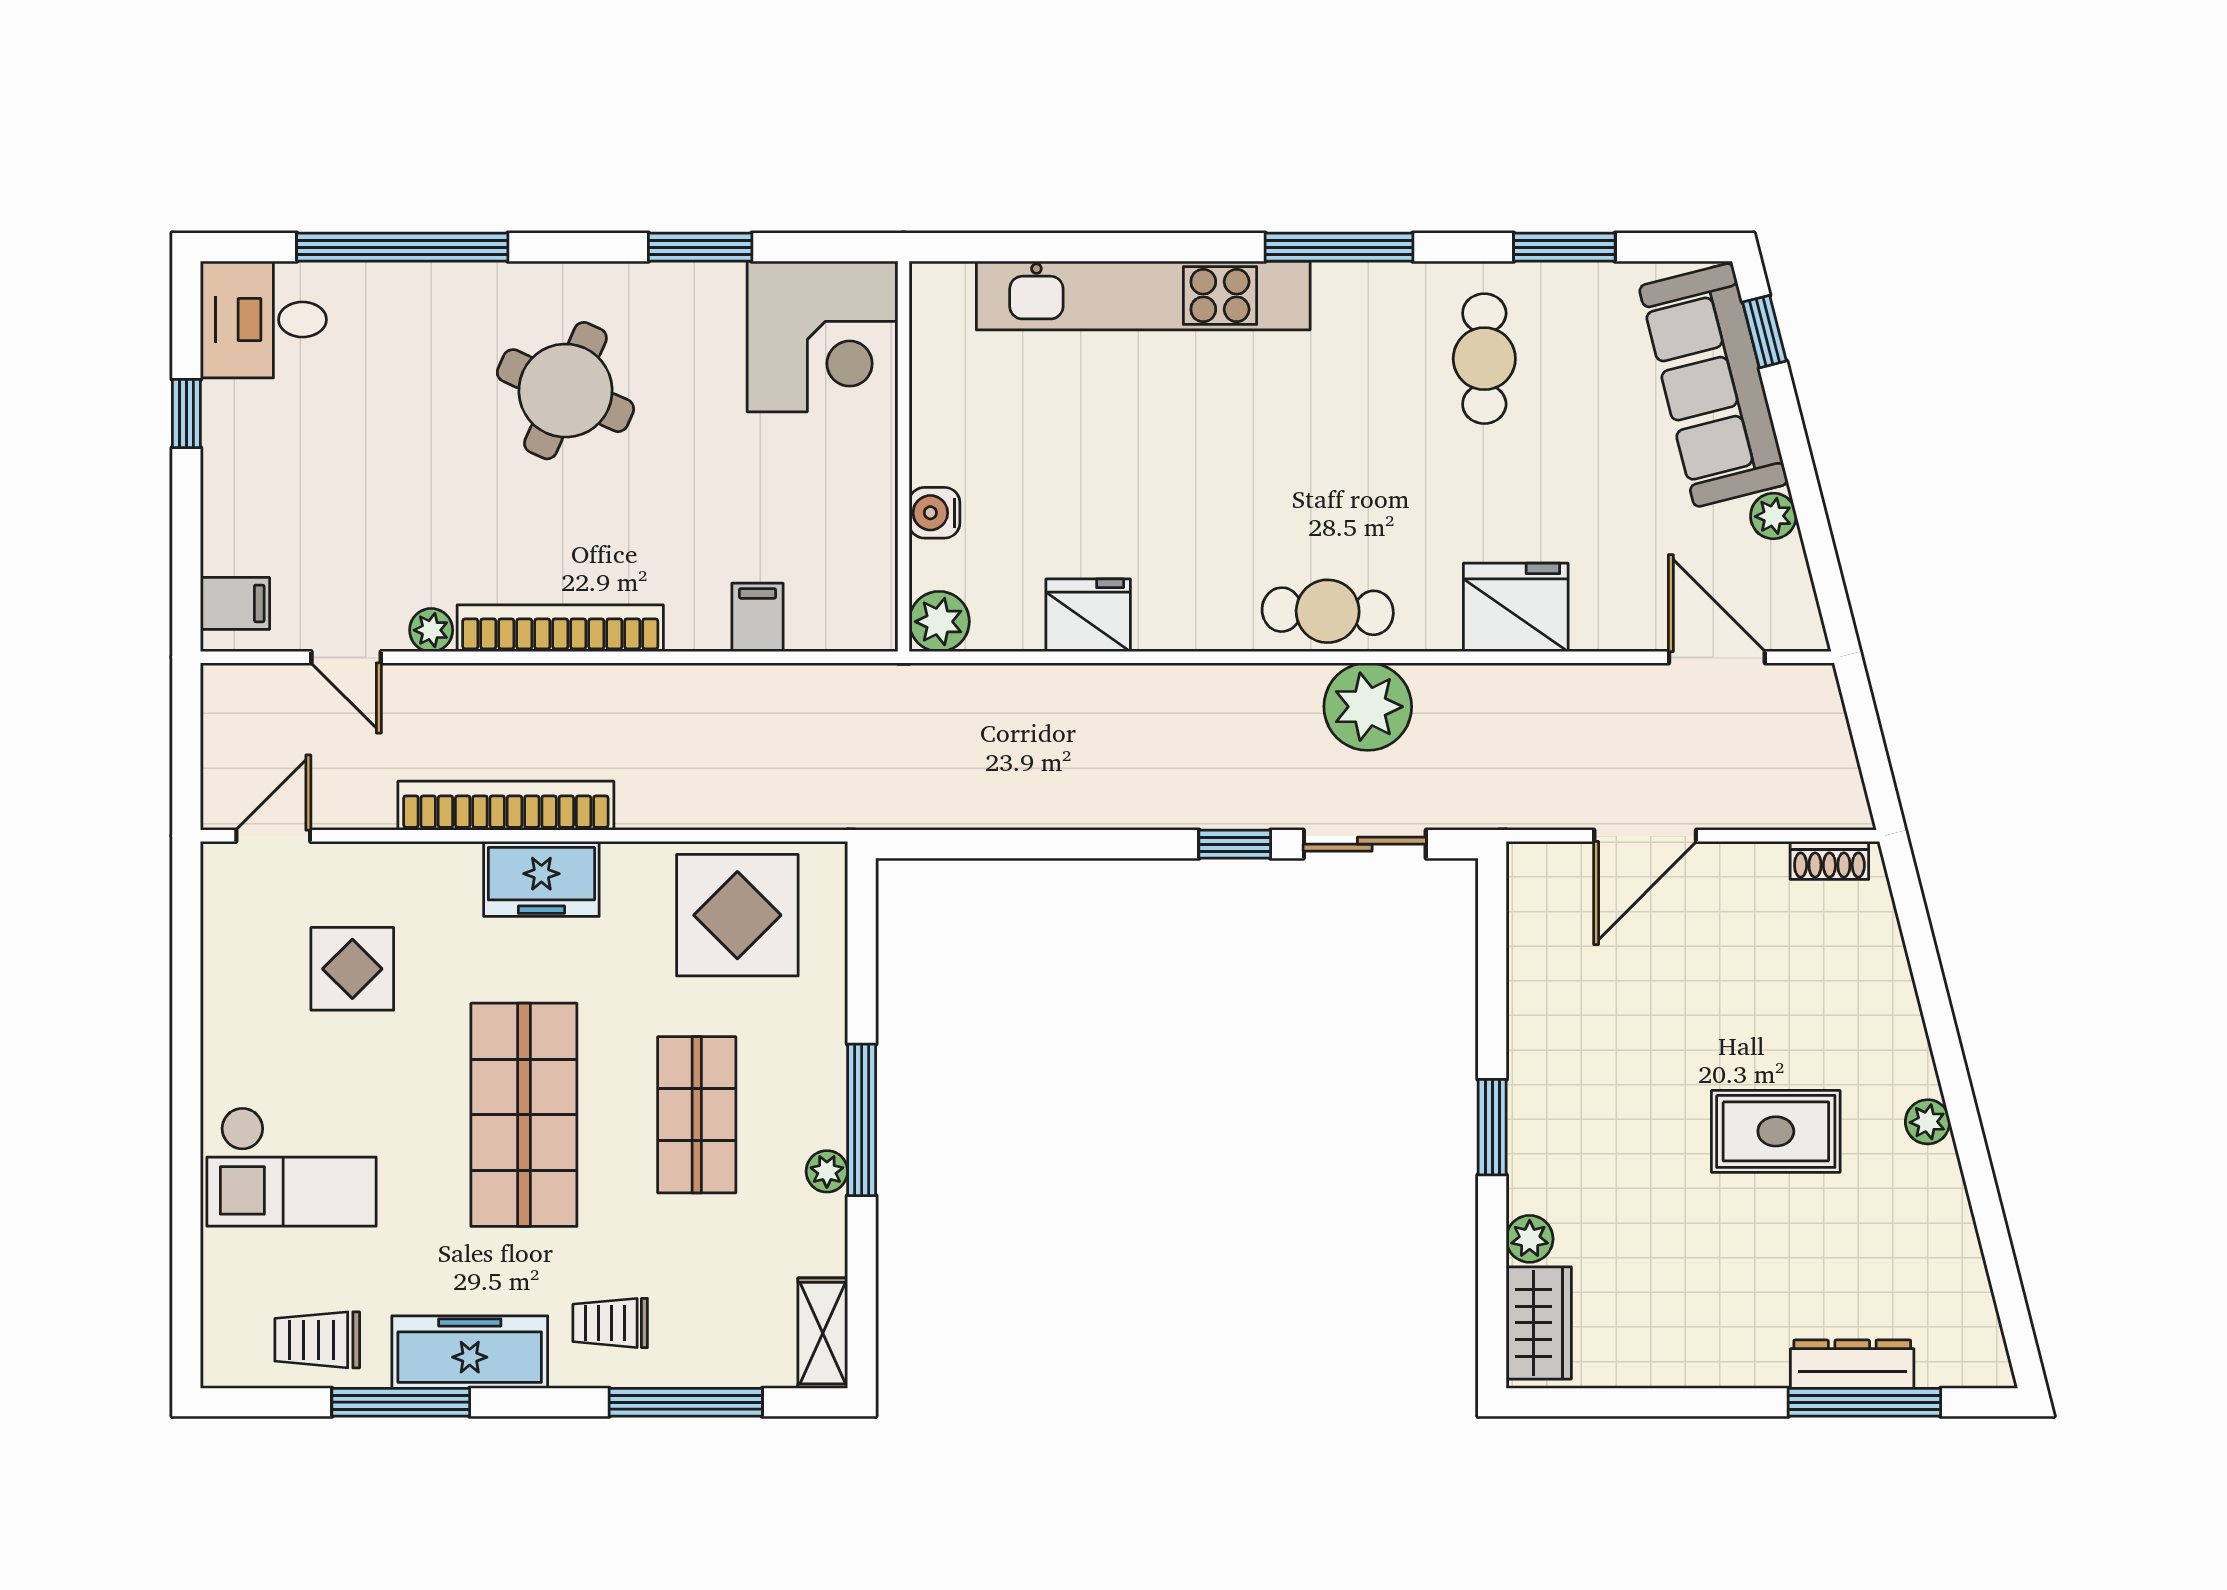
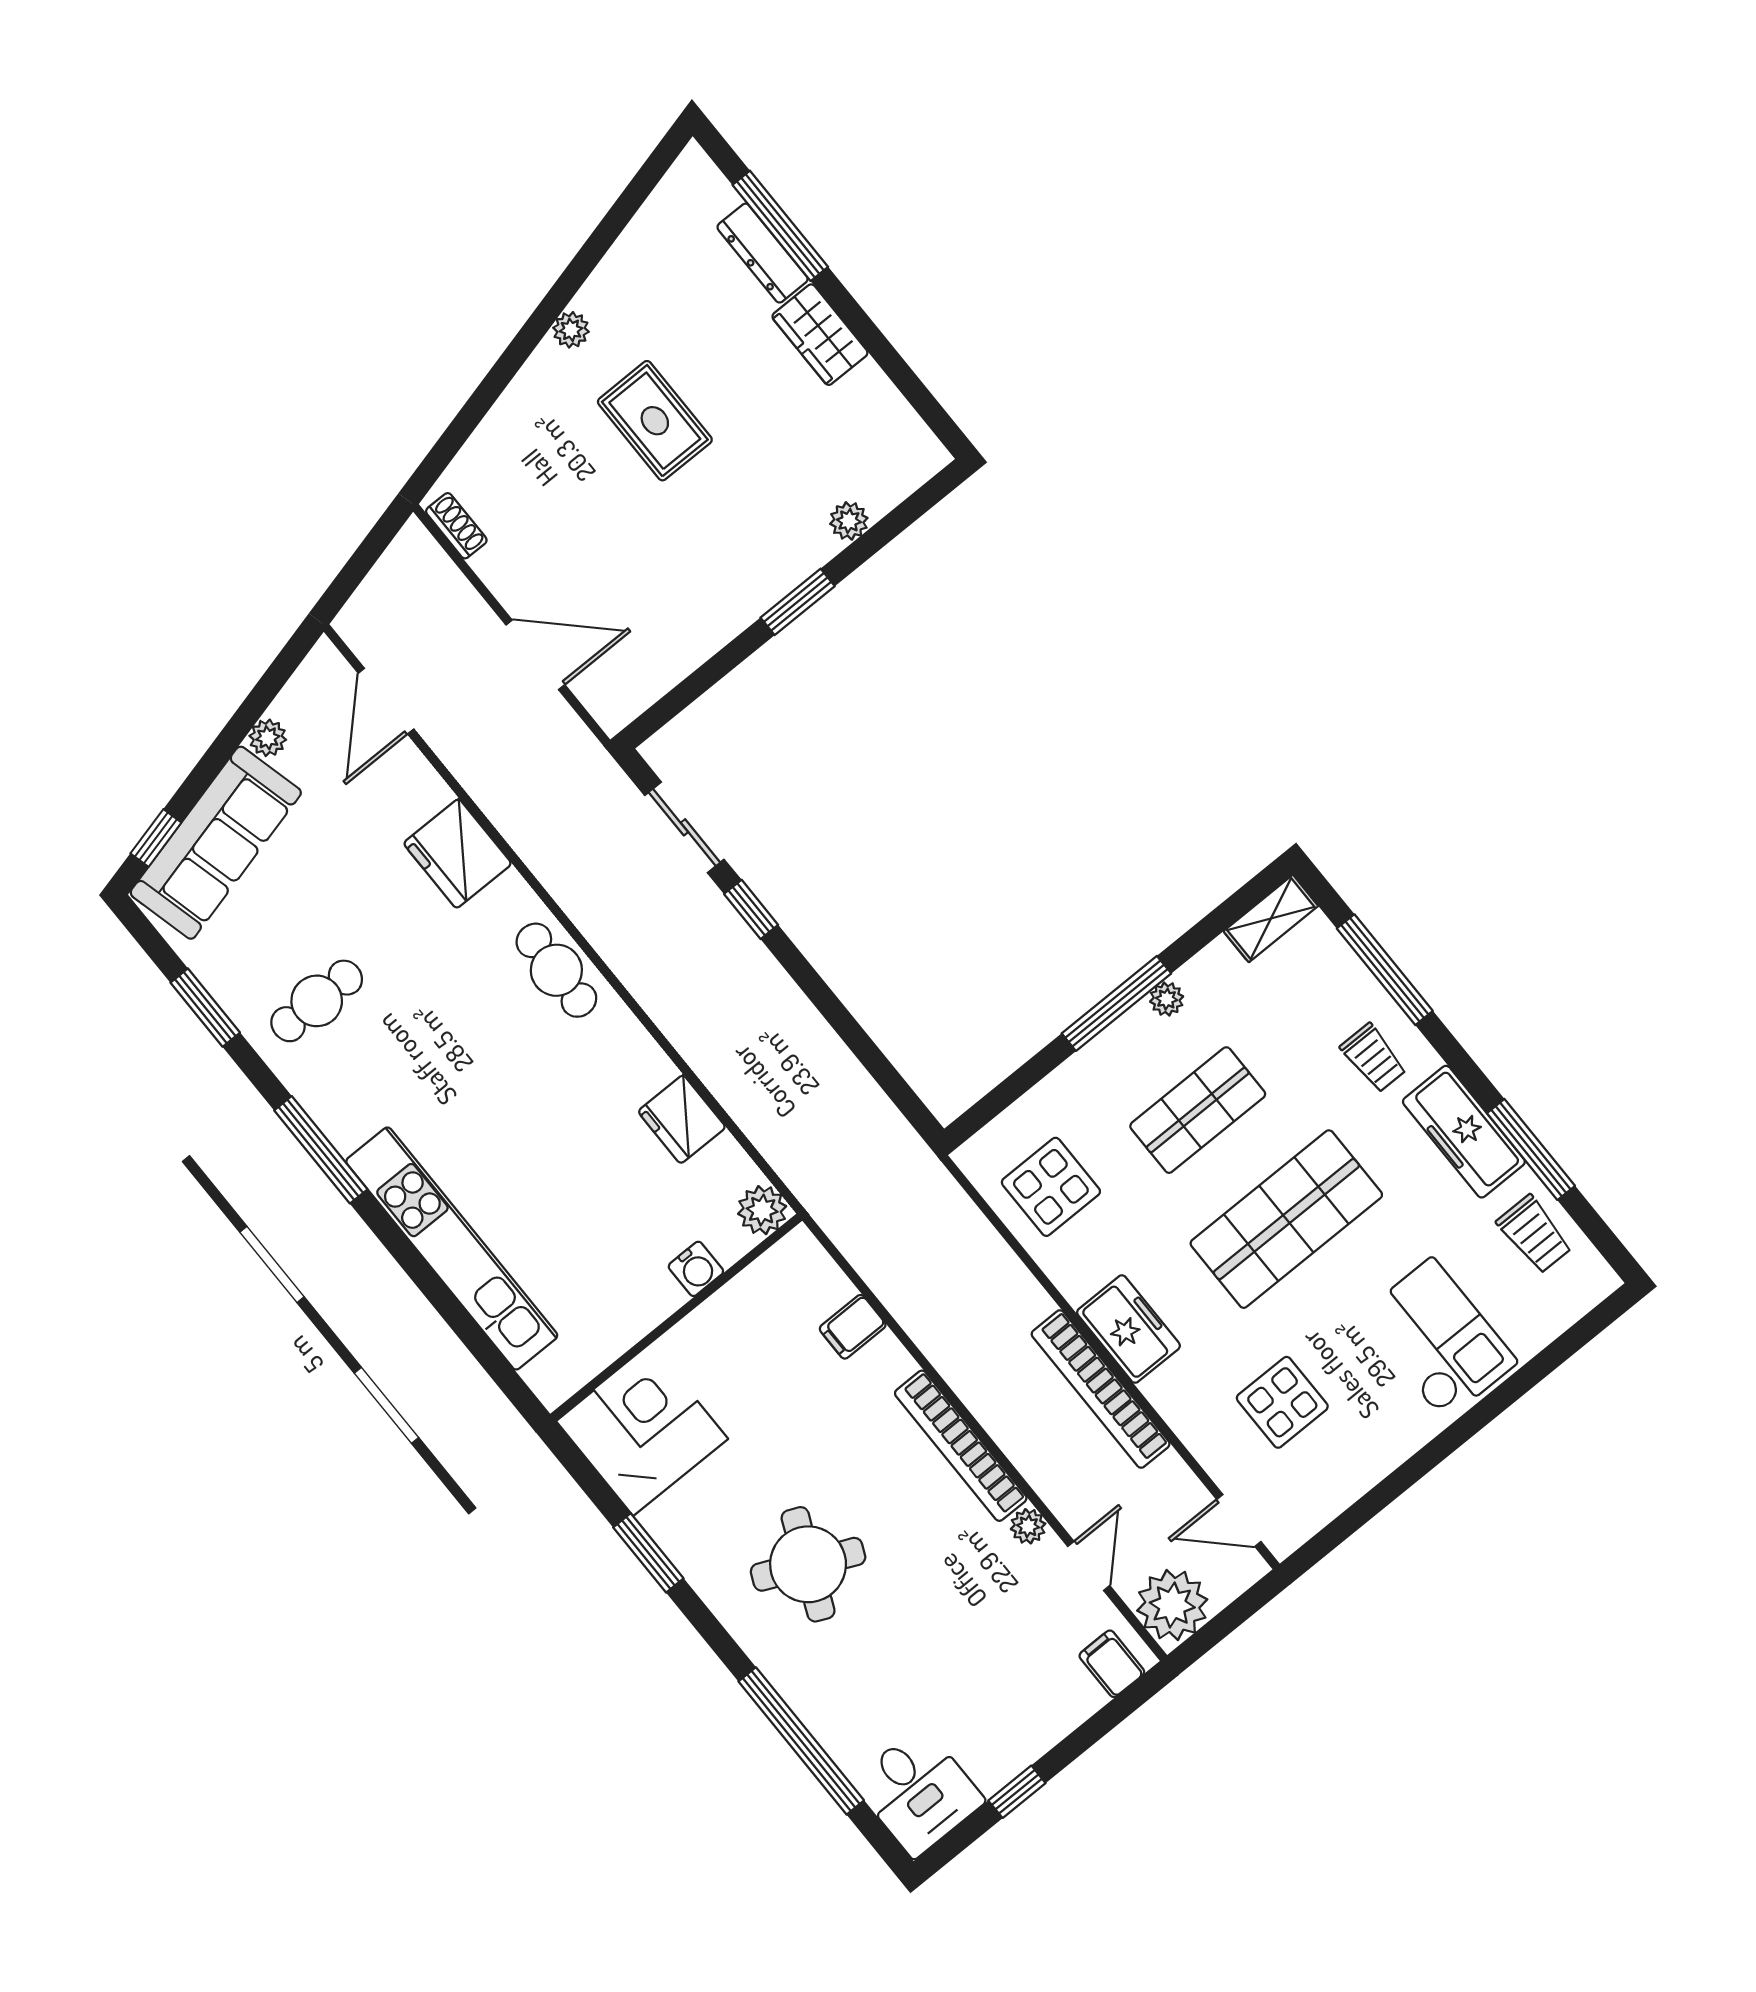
plant: (1368, 707) -> (1172, 1605), moved
display table: (737, 915) -> (1051, 1187), width x0.73, depth x0.73
wardrobe: (1539, 1323) -> (820, 335), moved, turned -90

